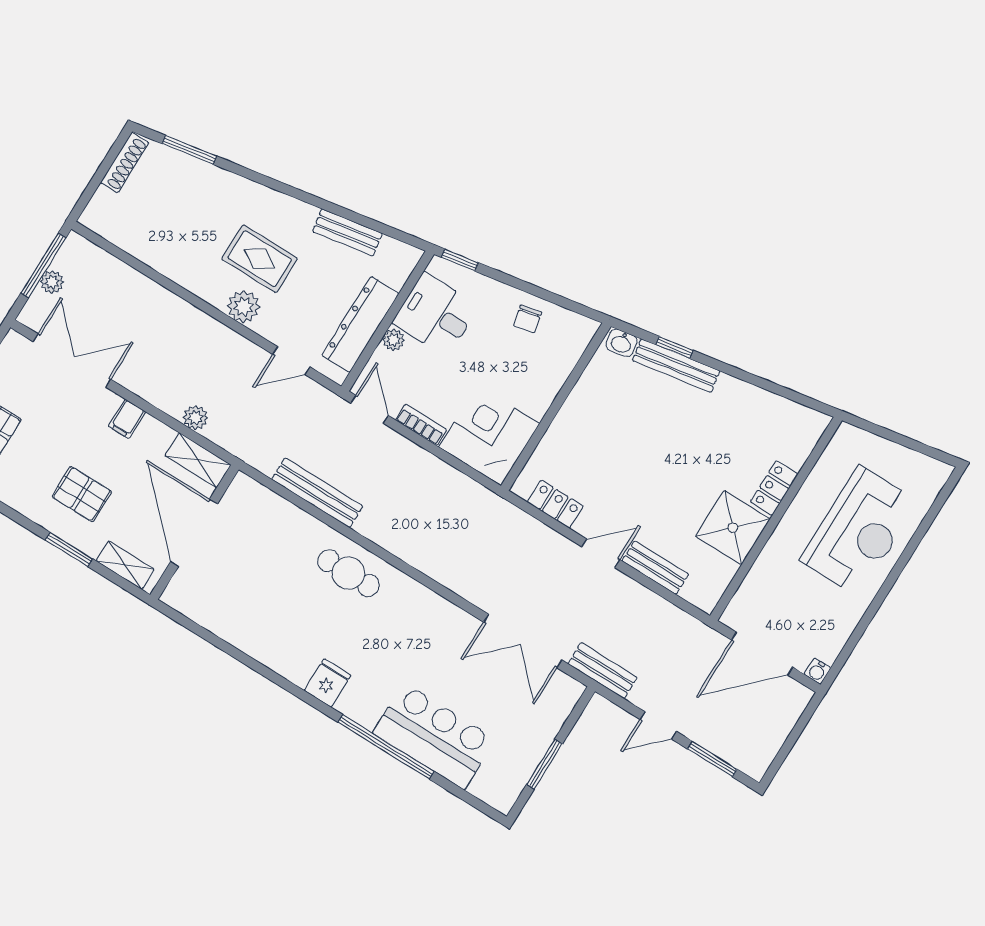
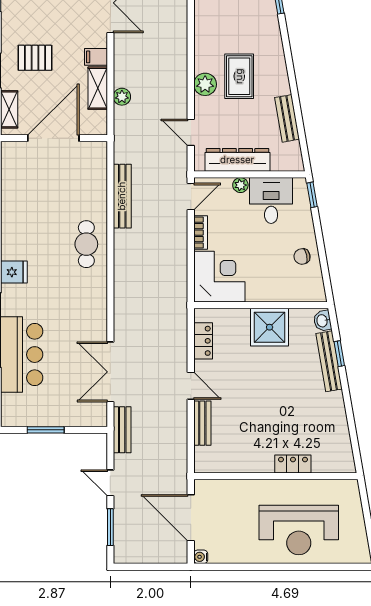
shelving: (198, 460) -> (98, 88), moved
pallet: (82, 494) -> (35, 58), turned 90
shower: (733, 528) -> (270, 327), moved

